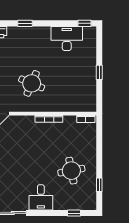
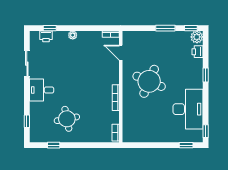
desk: (67, 39) -> (188, 109), width x1.36, depth x1.30
window: (99, 72) -> (186, 145), moved
round table: (32, 83) -> (149, 81), width x1.36, depth x1.36

